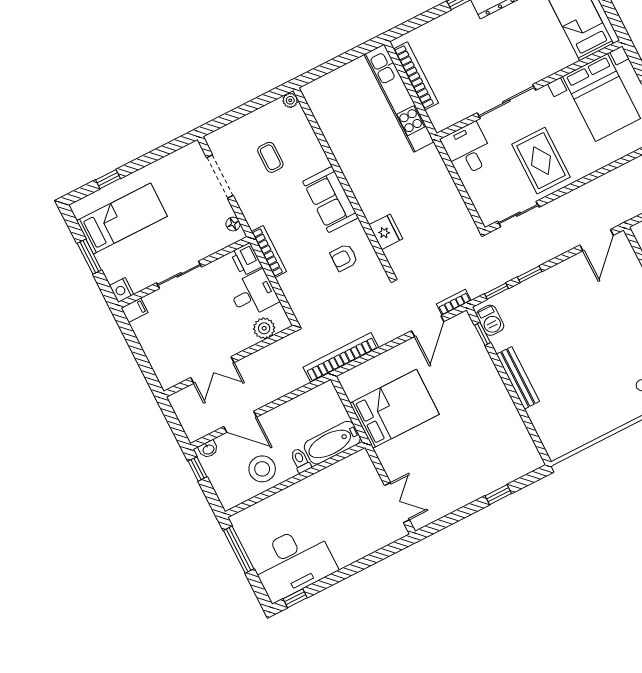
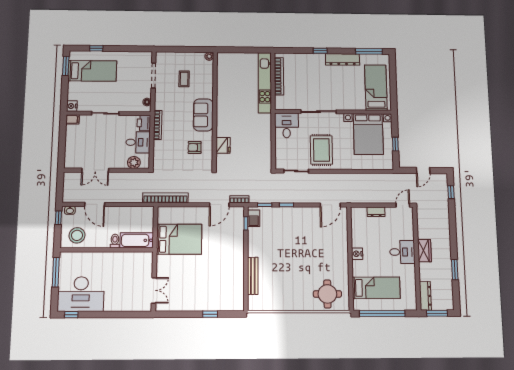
window: (89, 257) -> (66, 66), moved
bench: (518, 378) -> (253, 276), moved
stool: (262, 469) -> (77, 235), moved

